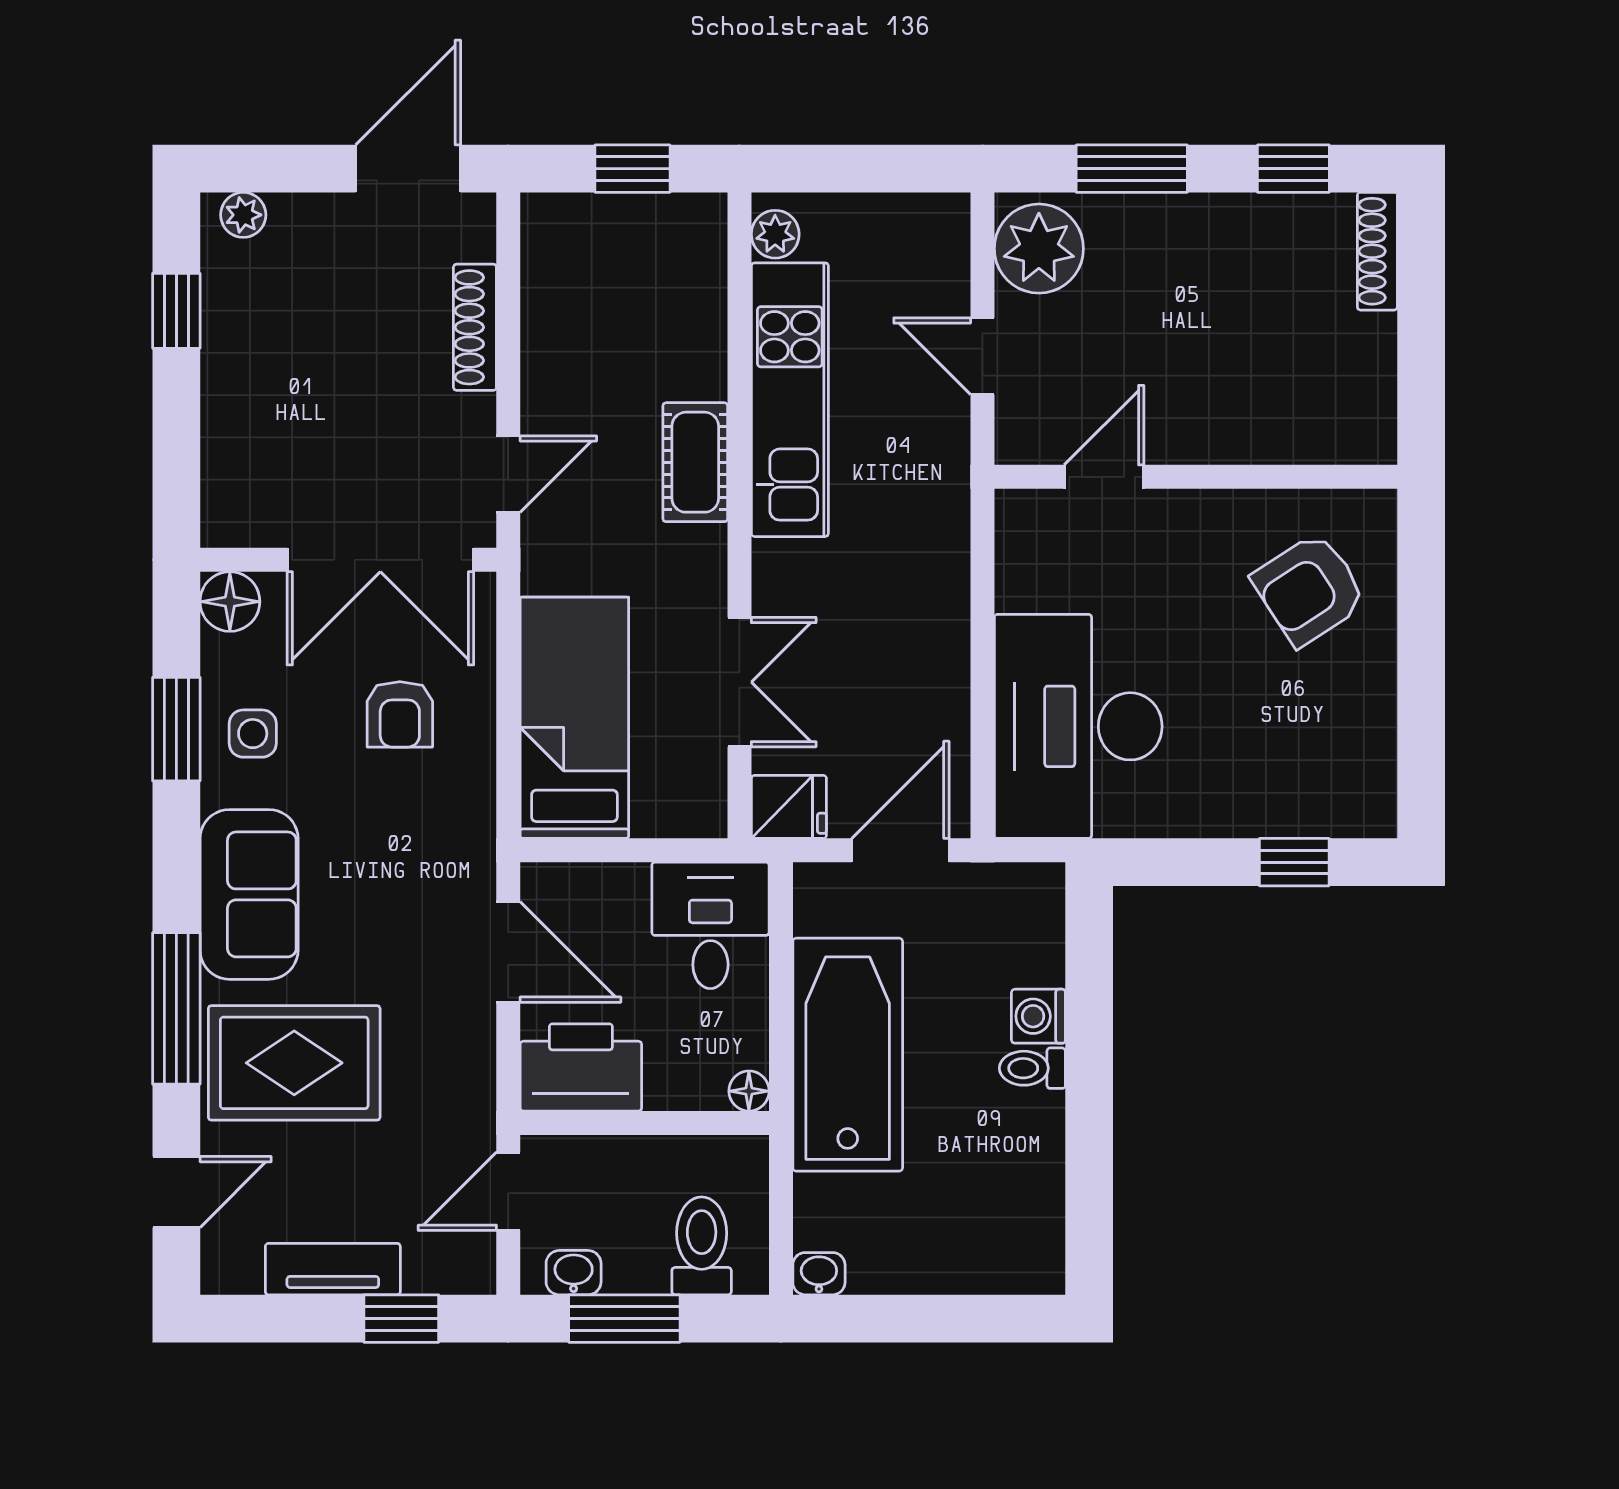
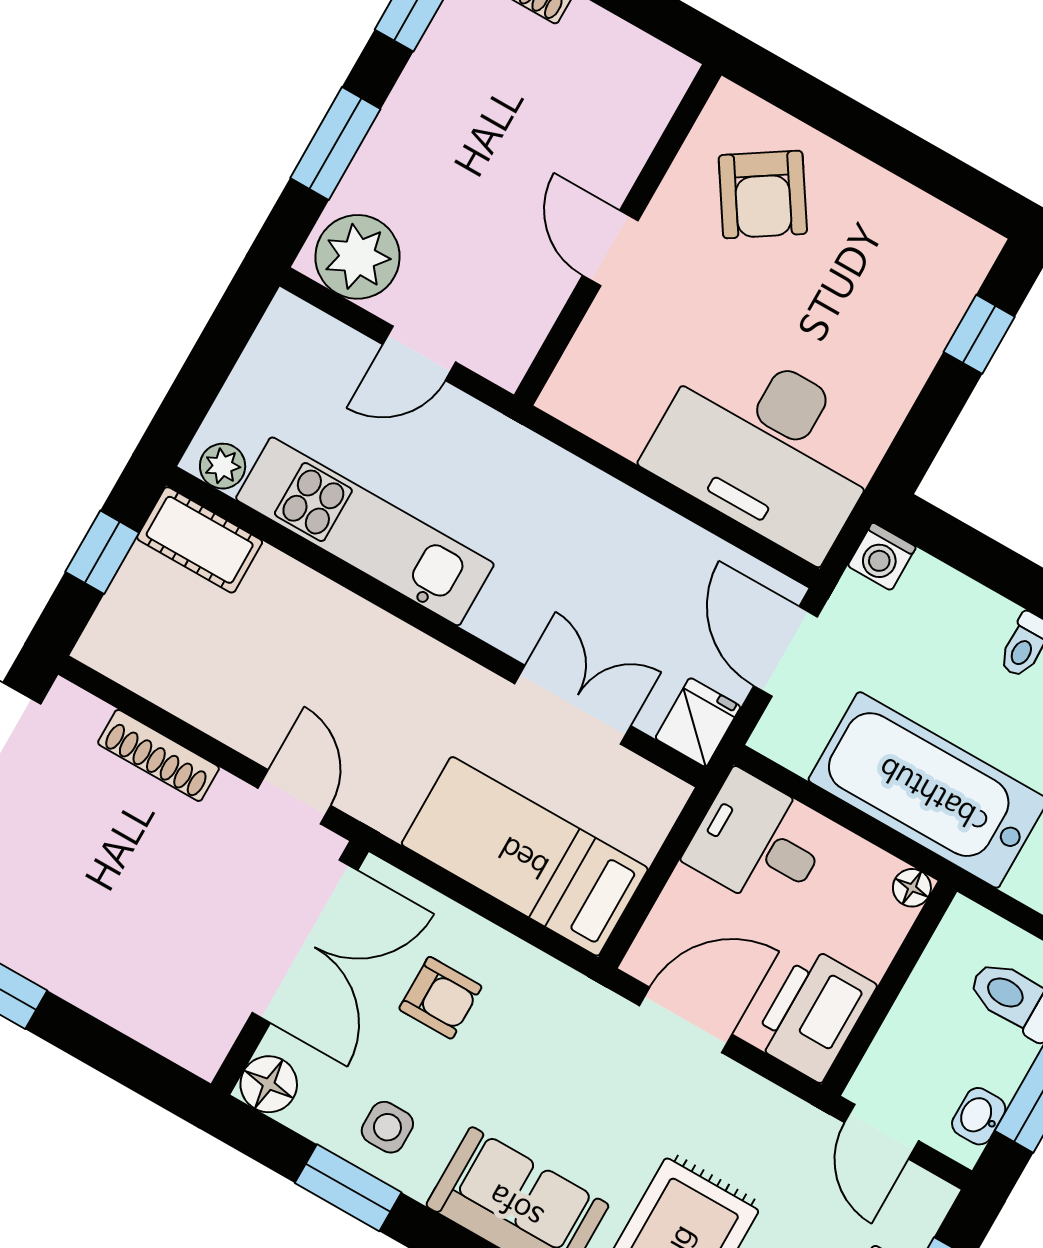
cot: (695, 462) -> (200, 540), moved
door: (1104, 477) -> (610, 248), moved
washing machine: (1038, 1016) -> (882, 556), moved

